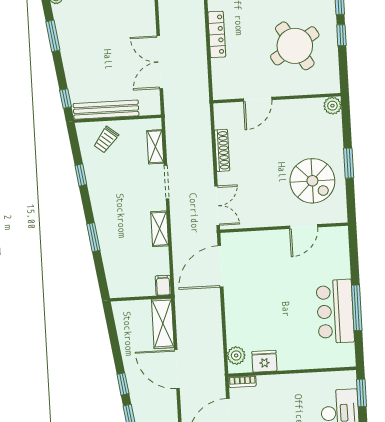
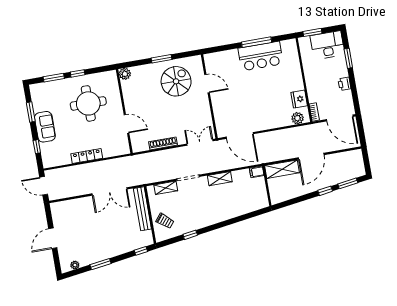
round table: (295, 46) -> (88, 103), turned 32
bench: (106, 110) -> (142, 209), moved
window: (93, 237) -> (230, 222), removed

